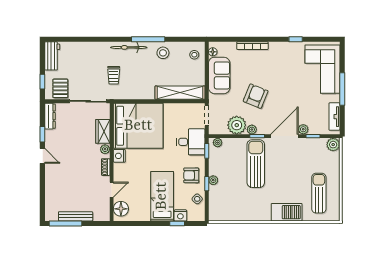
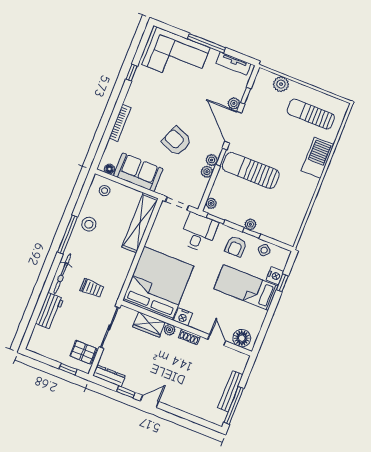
bicycle: (129, 47) -> (62, 274), moved
workbench: (52, 56) -> (50, 311), moved, turned 90
plant: (237, 125) -> (207, 172), width x0.53, depth x0.53
plant: (333, 145) -> (281, 84), moved

